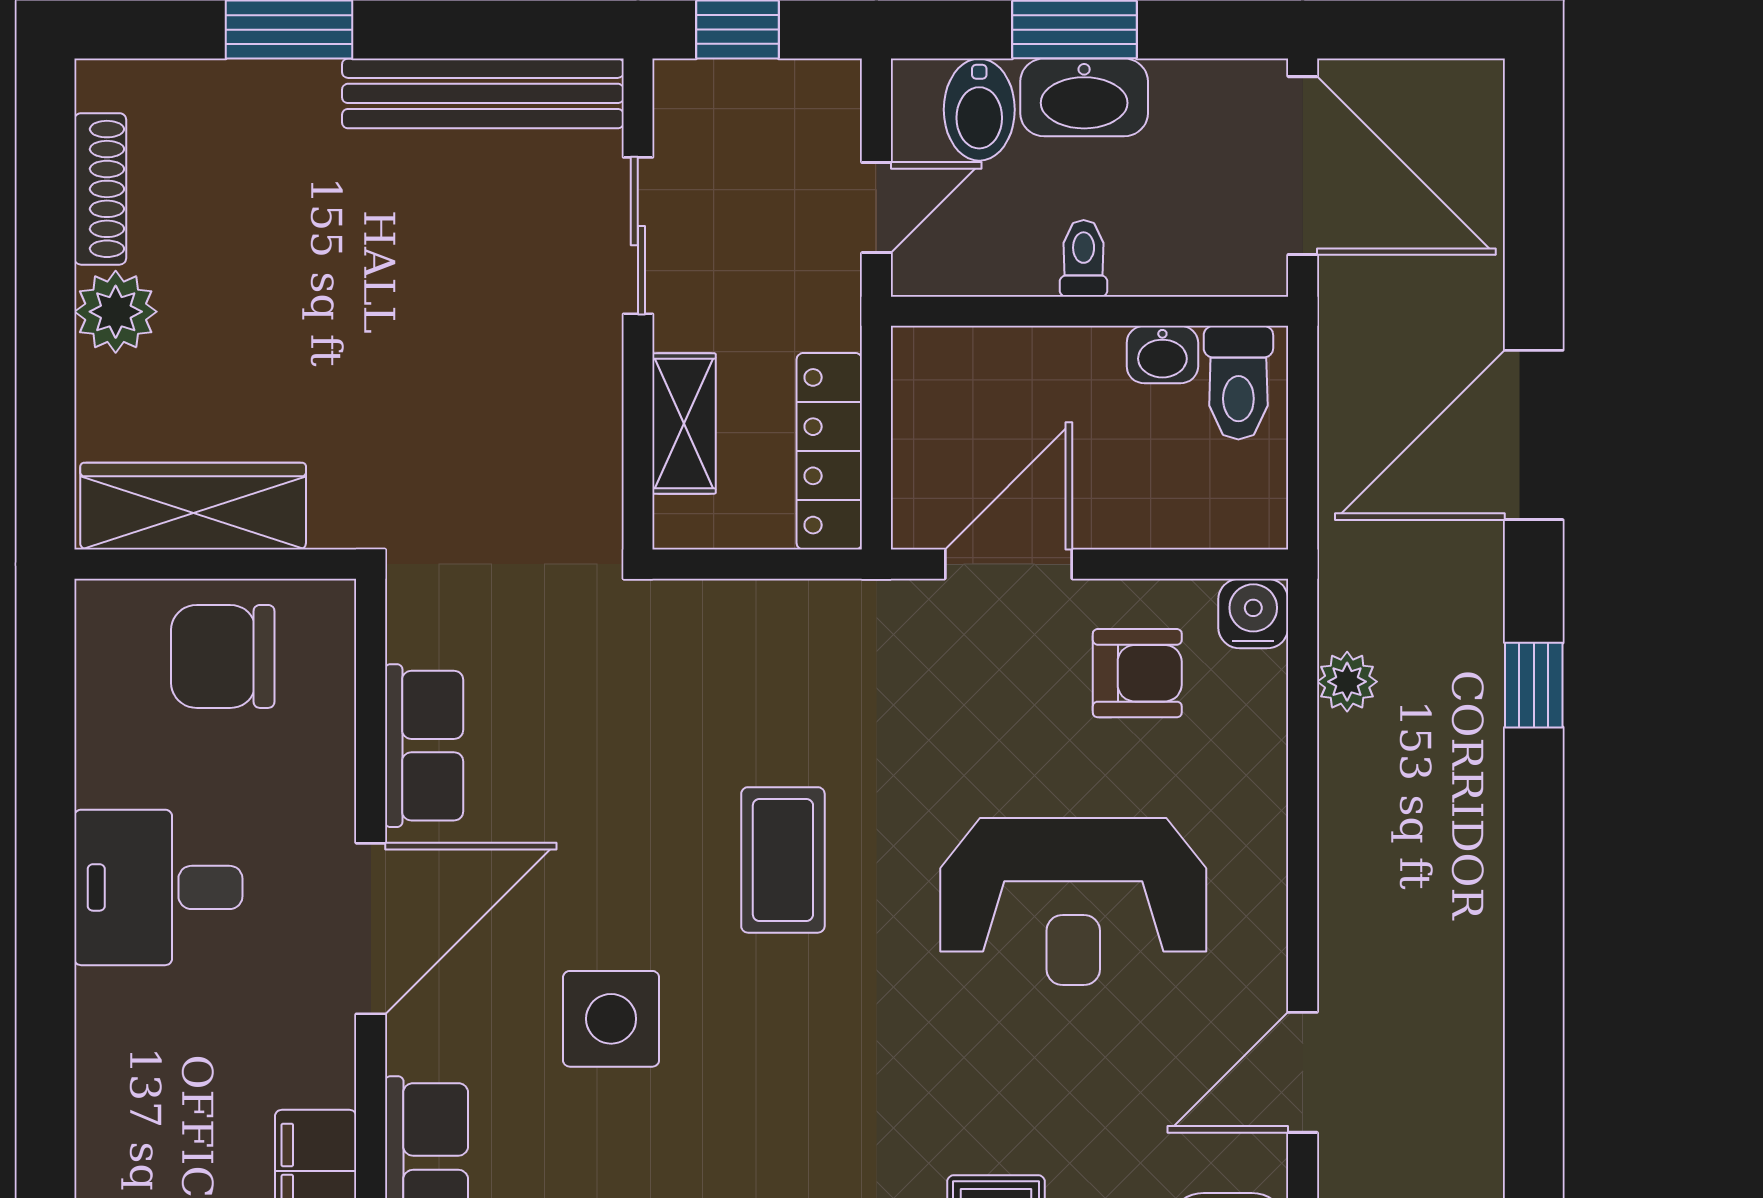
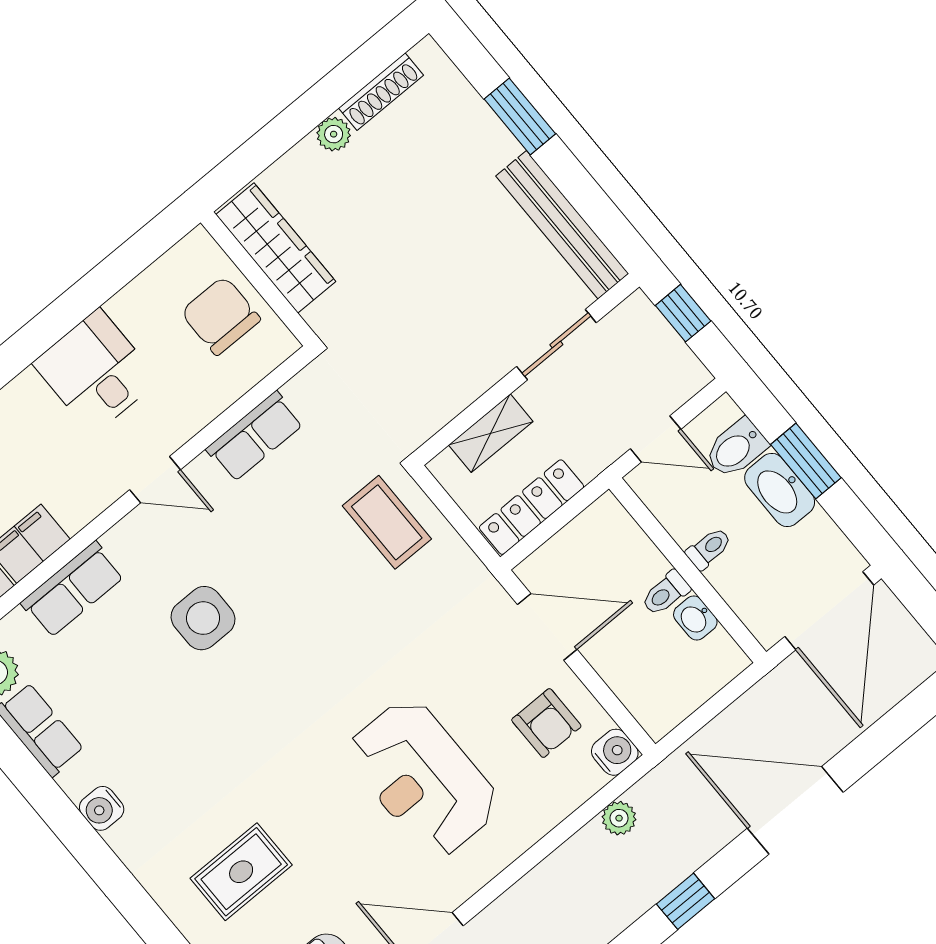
plant: (116, 312) -> (334, 134), width x0.73, depth x0.73
toilet: (1238, 383) -> (666, 593), moved, width x0.73, depth x0.72
coffee table: (783, 860) -> (387, 522), moved, turned 90
door: (371, 929) -> (155, 480), width x0.53

